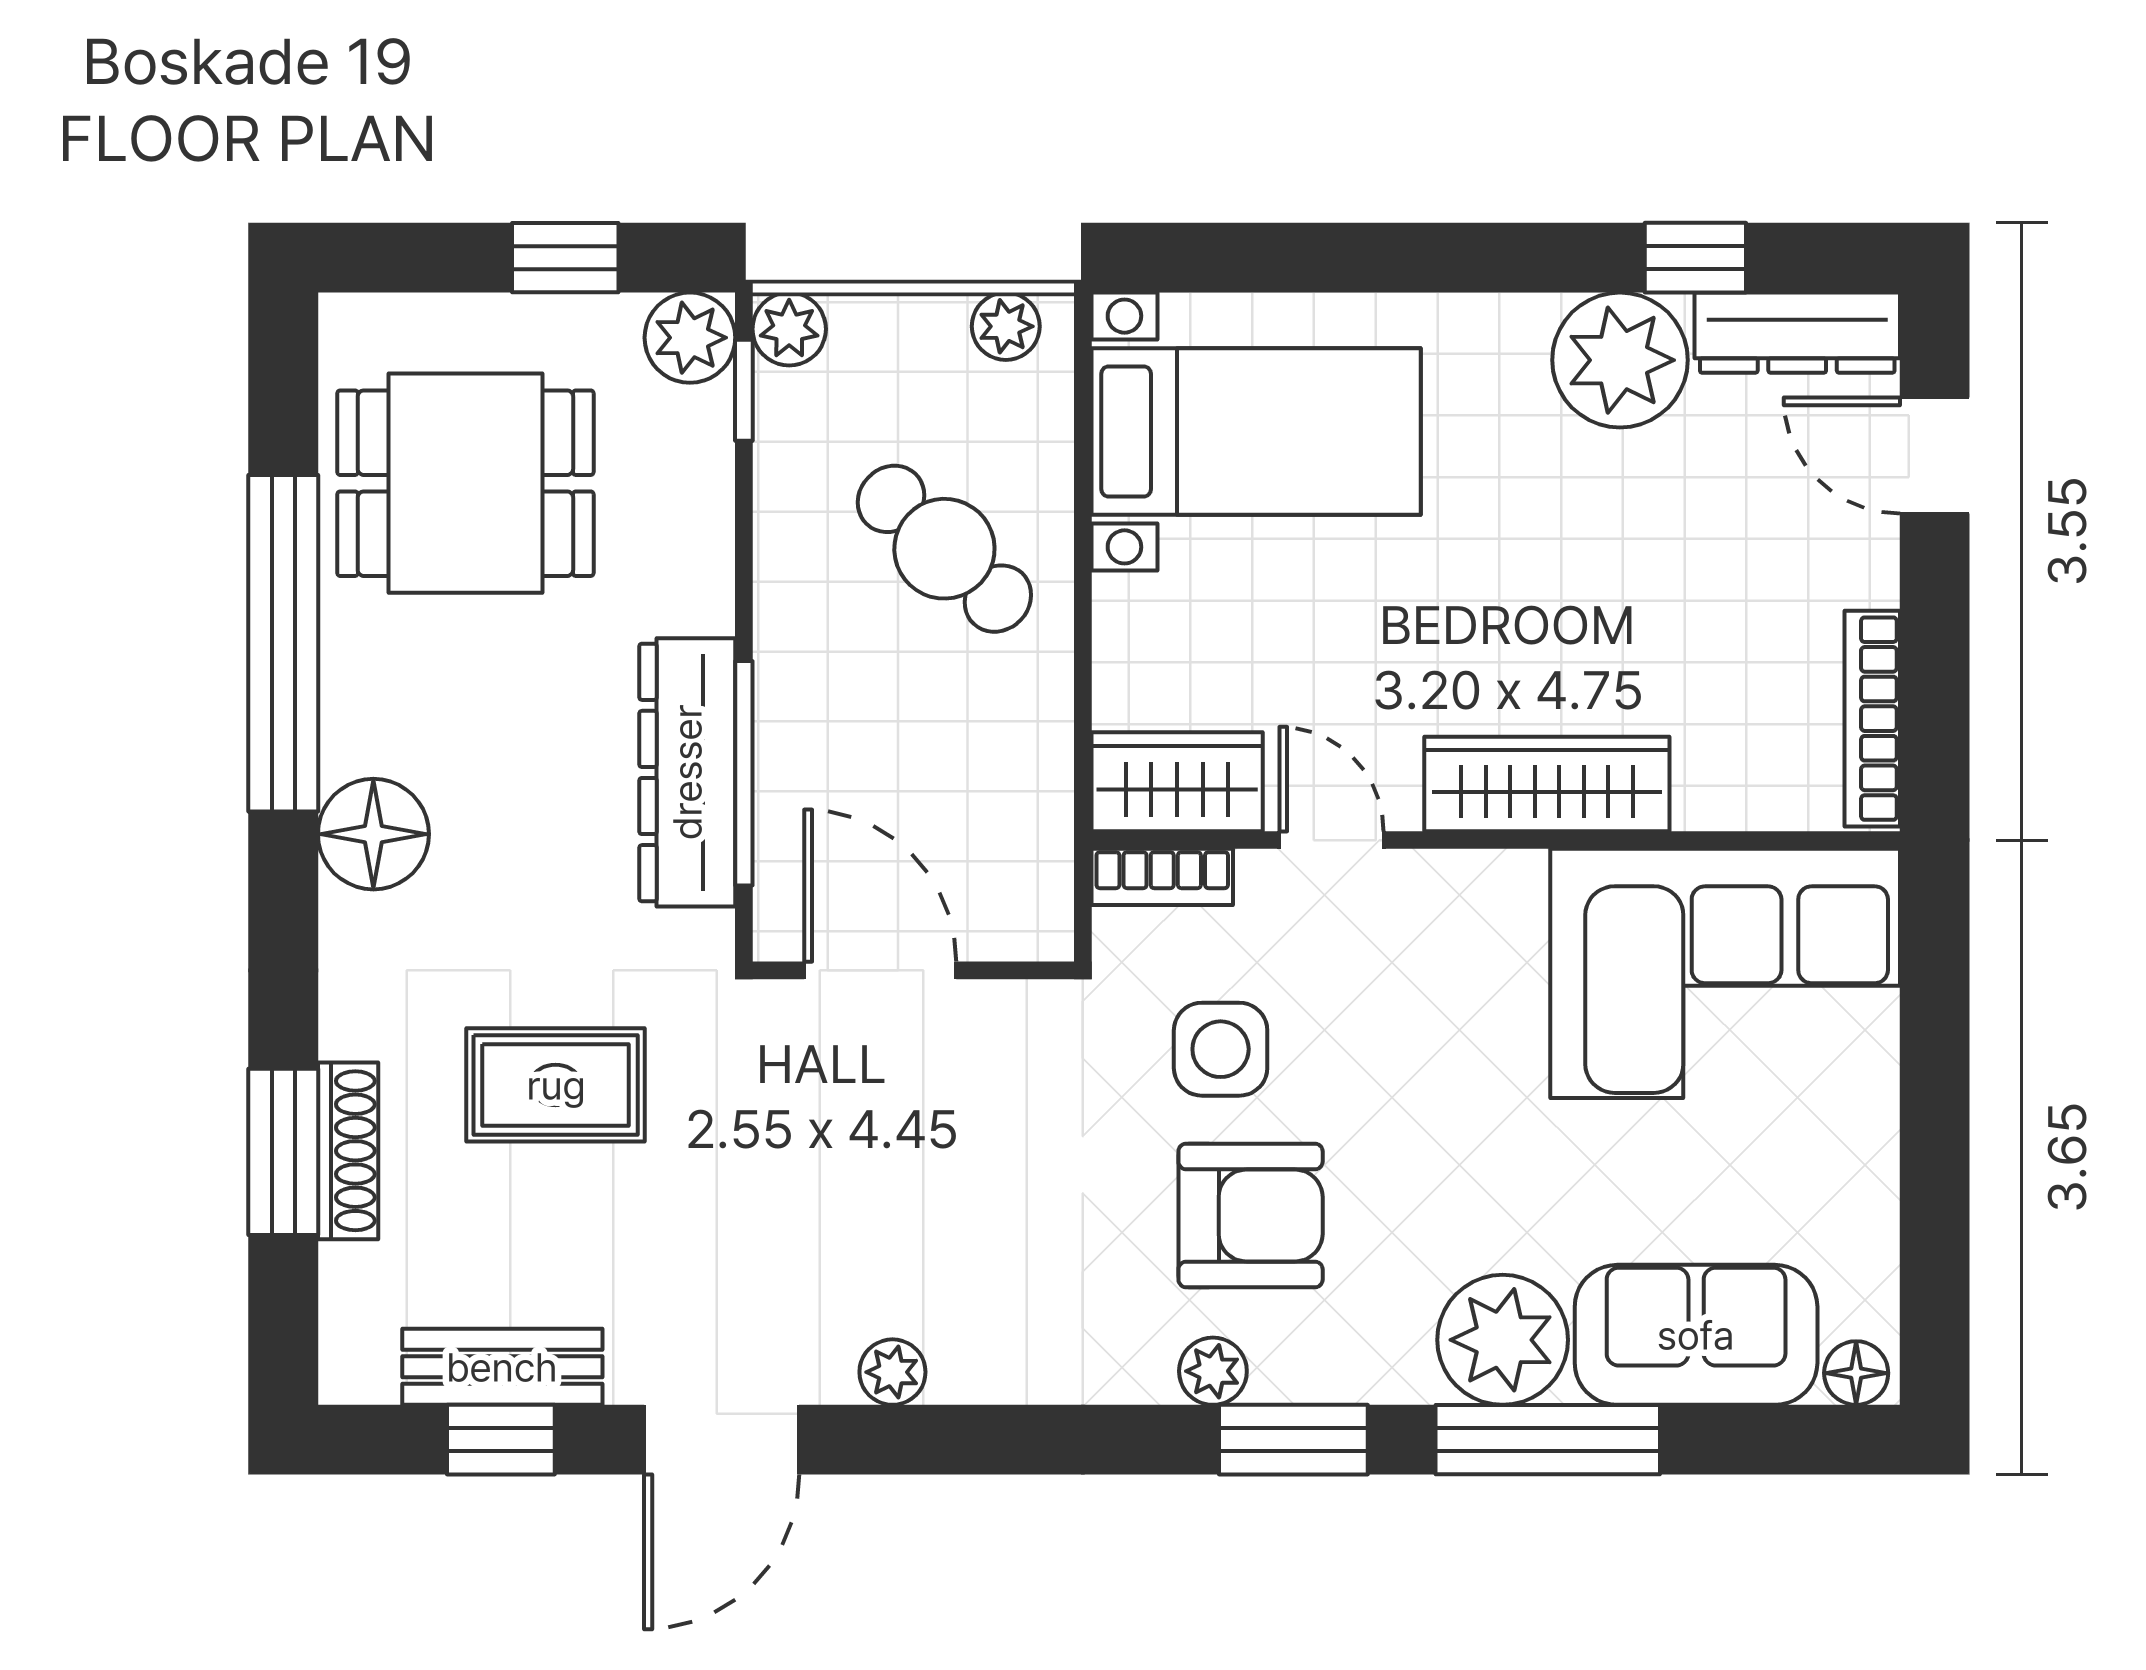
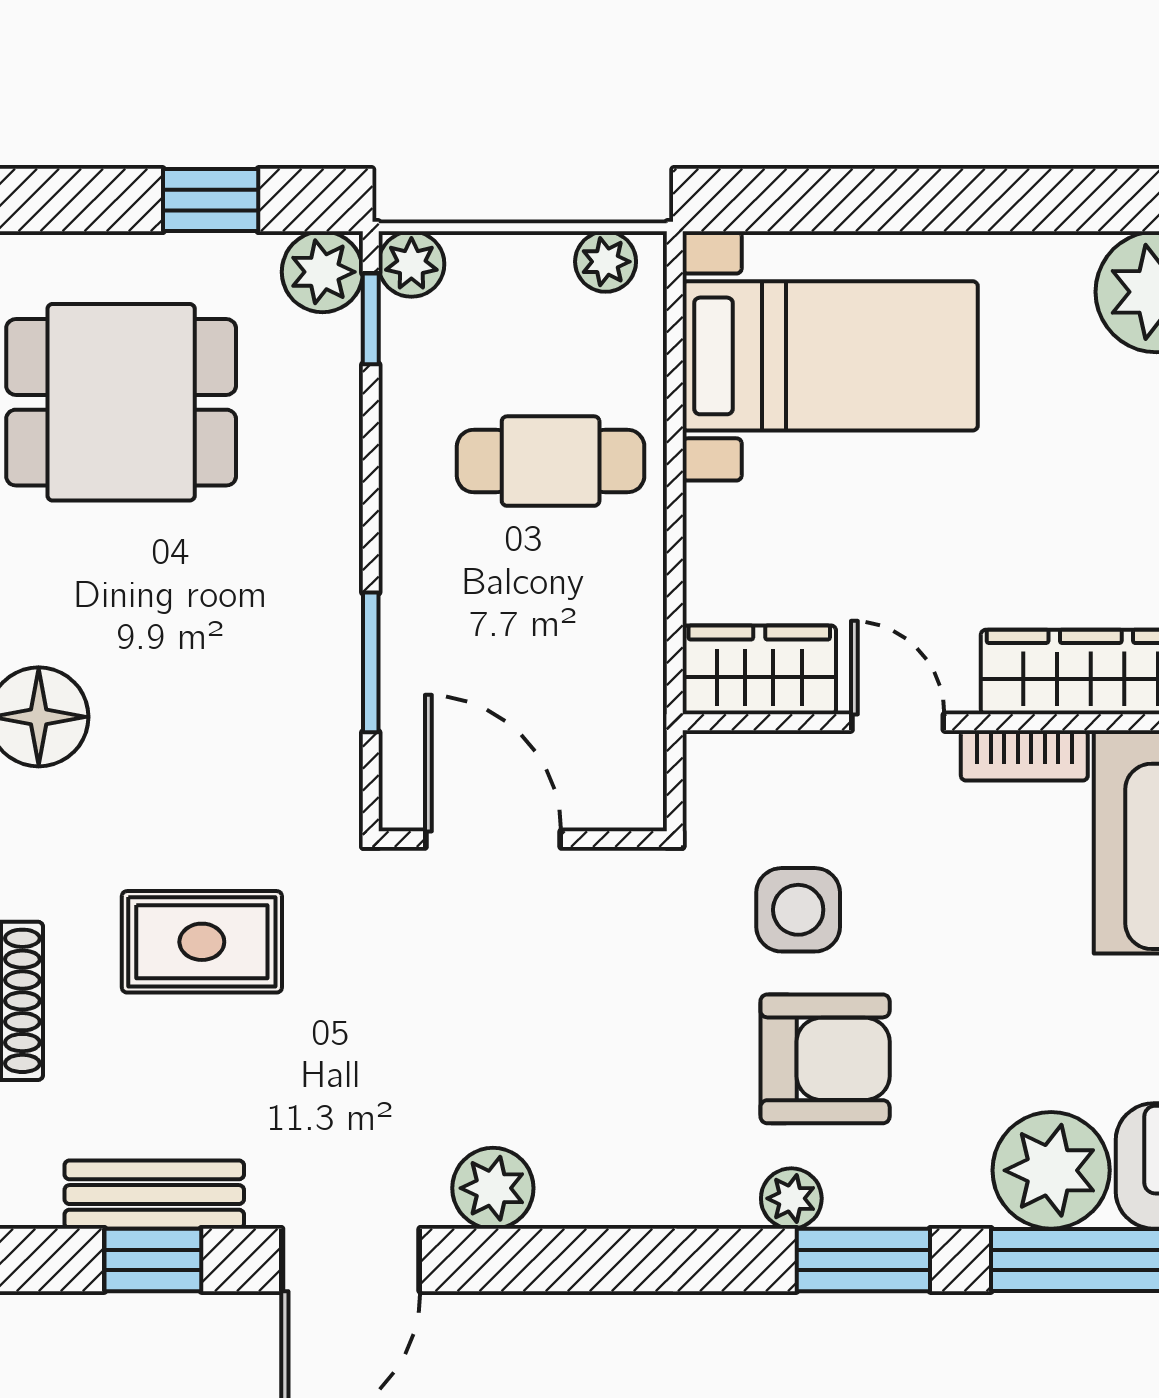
cafe table: (944, 549) -> (551, 461), turned -43
dresser: (687, 772) -> (320, 662), removed
window: (744, 773) -> (371, 662), width x0.69
bookcase: (1162, 877) -> (1024, 755), moved
plant: (892, 1372) -> (493, 1188), width x1.38, depth x1.38

